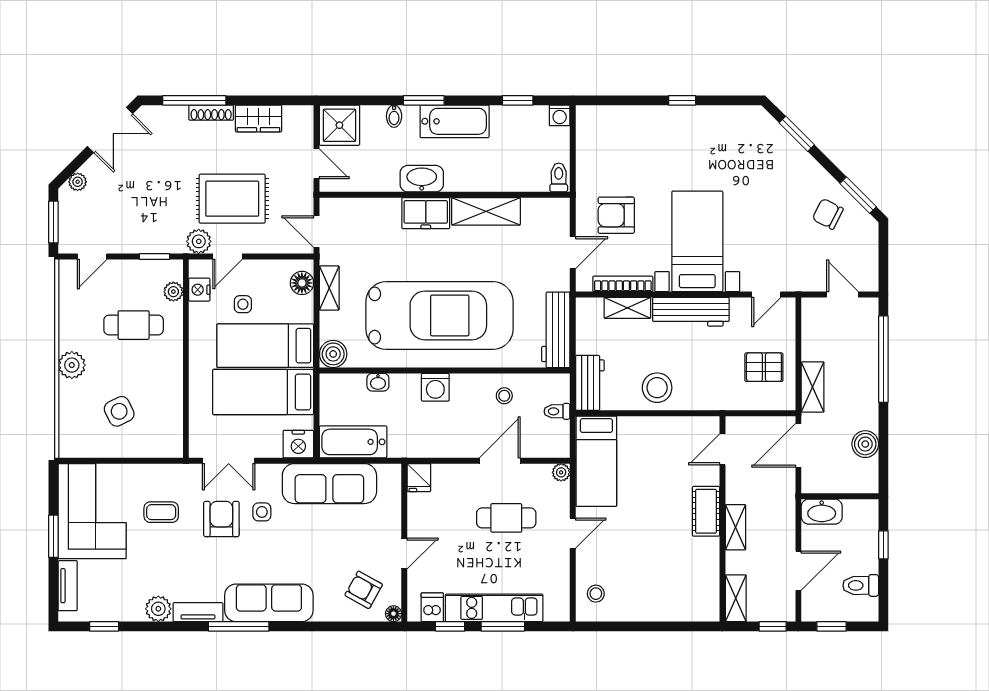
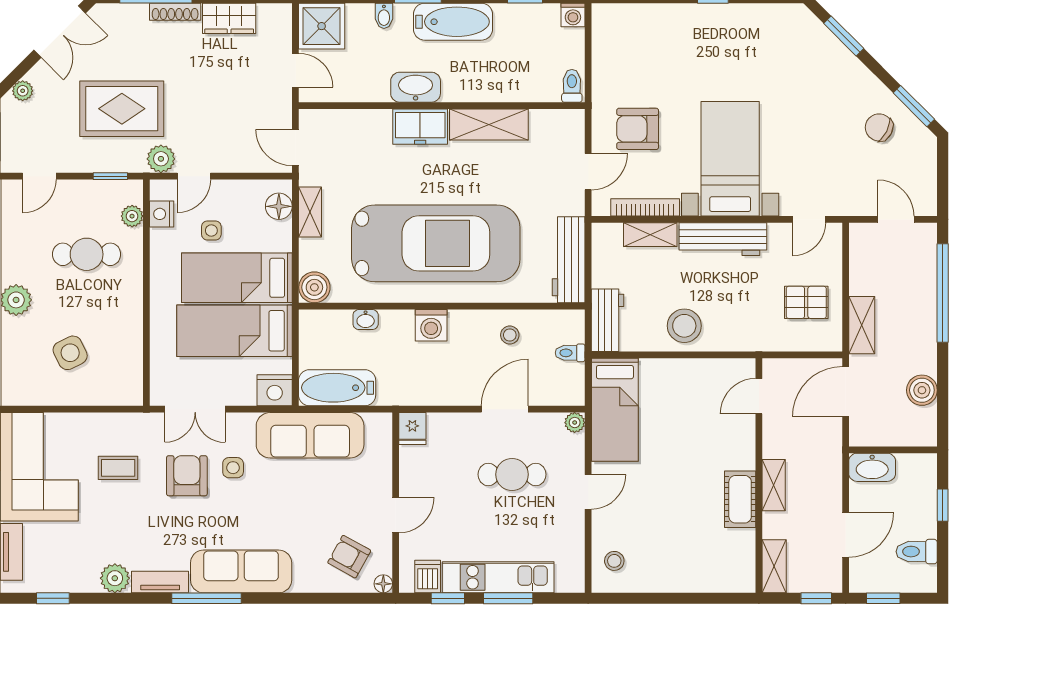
rug: (232, 199) -> (122, 109), moved
cot: (706, 511) -> (740, 499), moved

